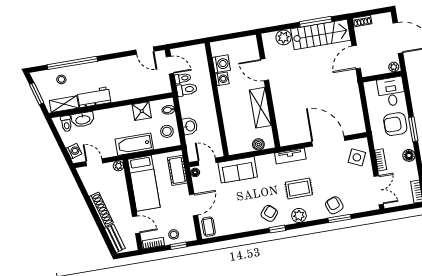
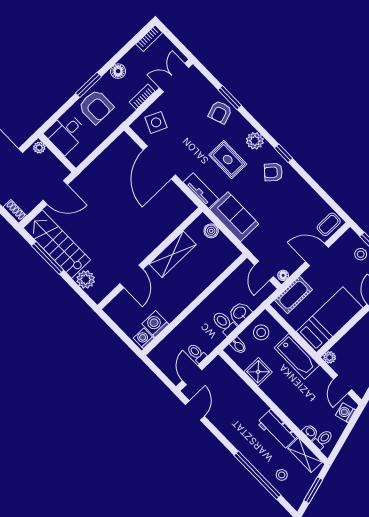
washing machine: (222, 79) -> (144, 338), moved
toilet: (187, 90) -> (224, 323), moved
washbasin: (83, 119) -> (310, 432), width x0.52, depth x0.69
sofa: (238, 170) -> (234, 217), moved

